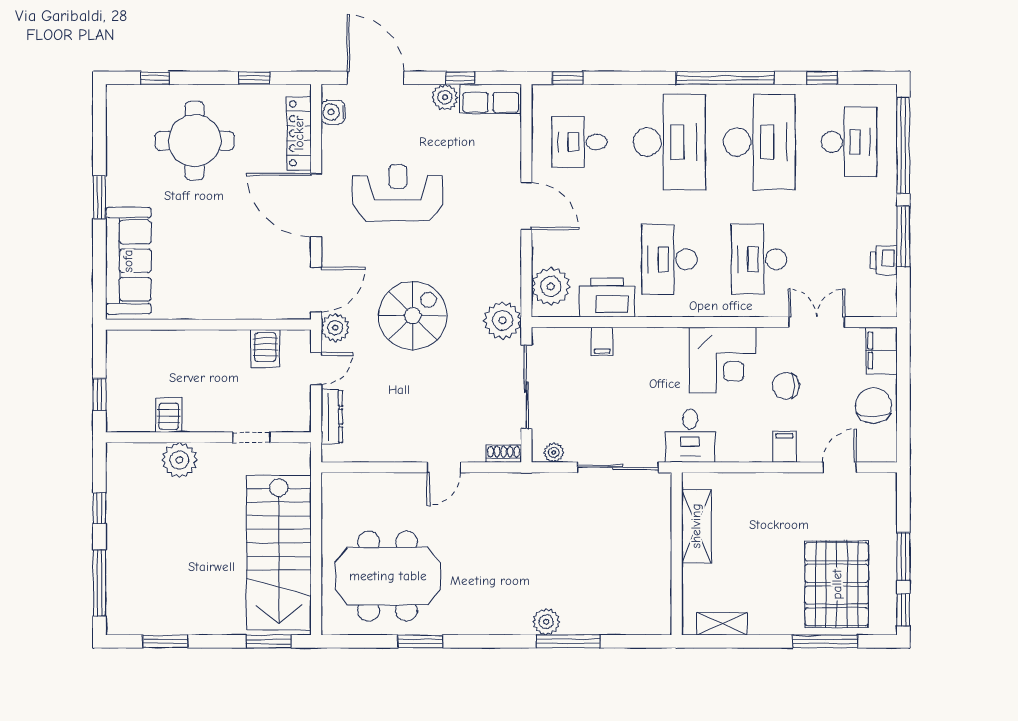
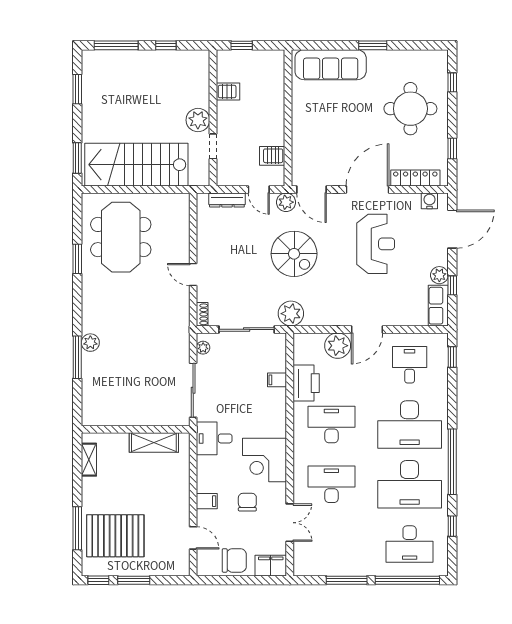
printer: (884, 260) -> (331, 567), removed
plant: (551, 286) -> (338, 346), moved
plant: (179, 460) -> (198, 120), moved

